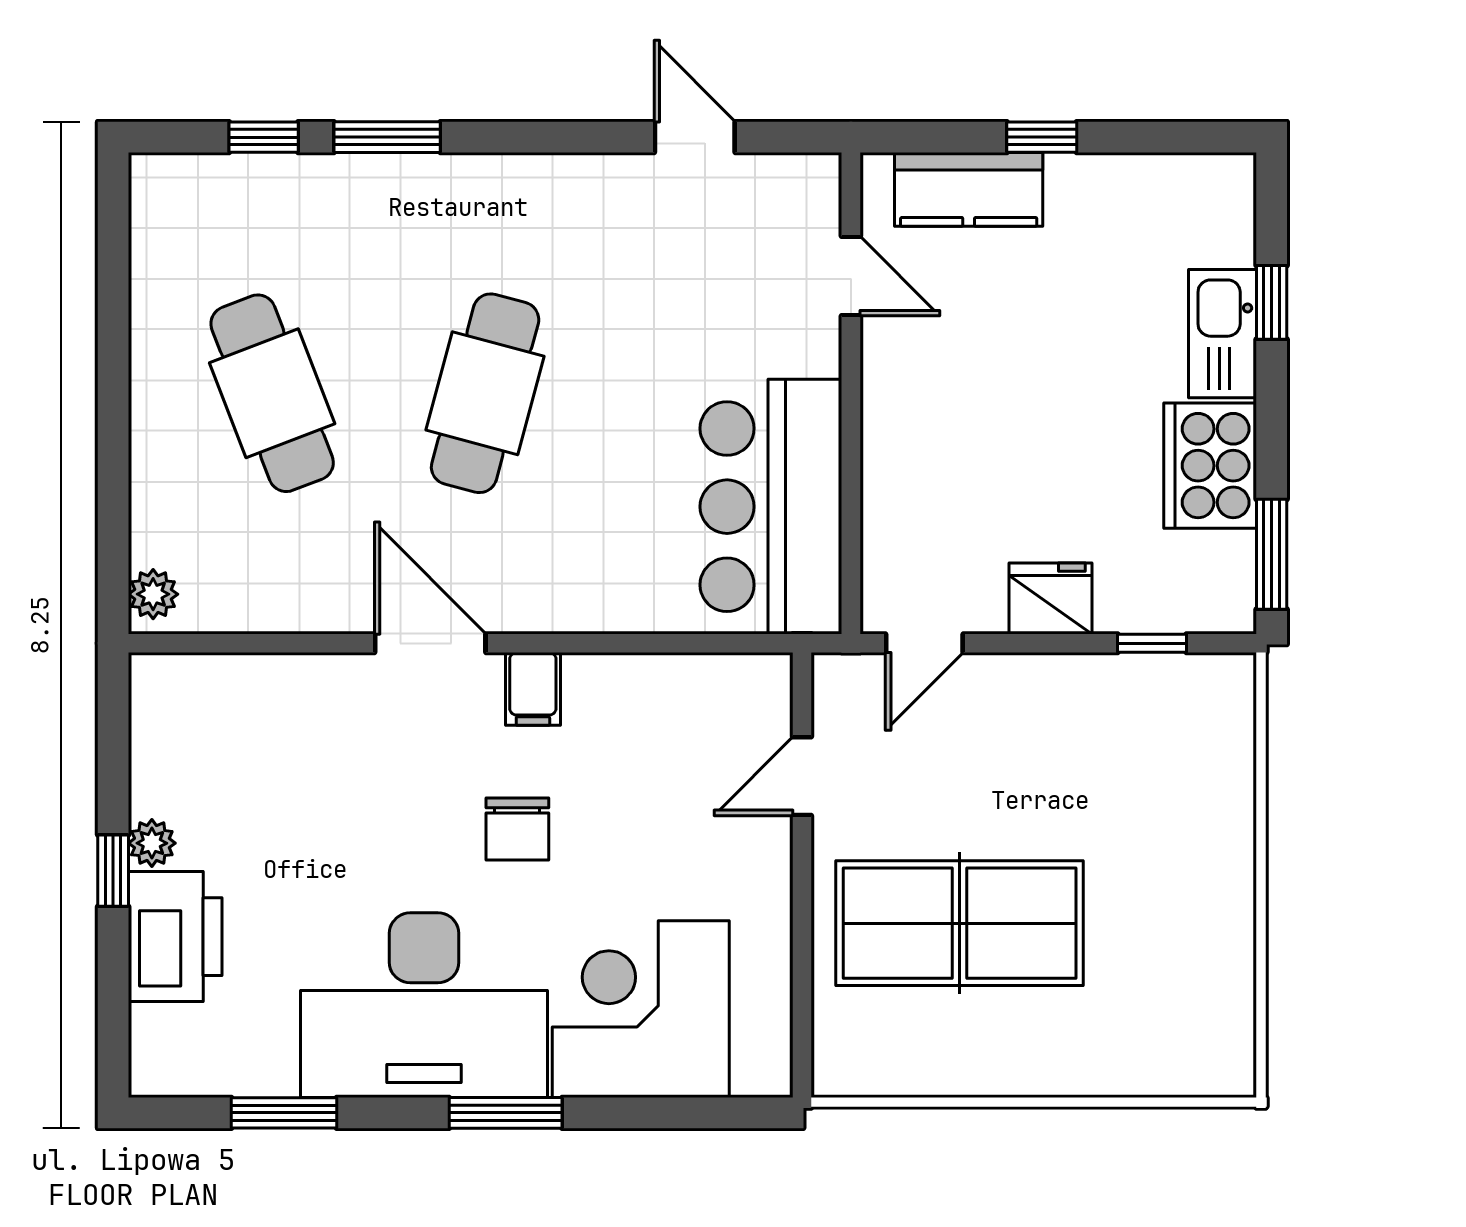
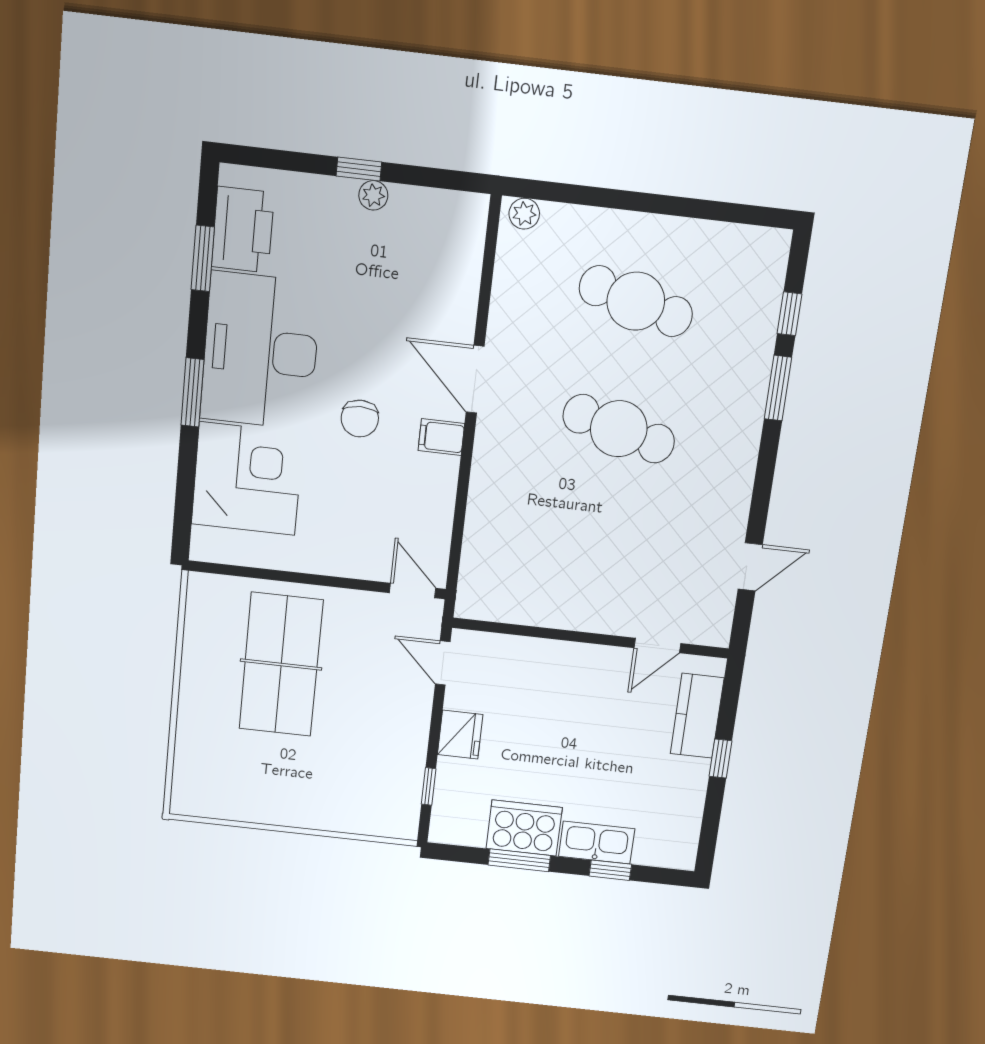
cafe table: (272, 393) -> (636, 301), turned 36
bar counter: (771, 507) -> (531, 586), removed
window: (1272, 554) -> (519, 860), moved
door: (430, 643) -> (475, 379), swing flipped
door: (802, 776) -> (413, 591), moved
chair: (517, 829) -> (360, 419), turned -90
printer: (175, 937) -> (243, 230), moved, turned -90

